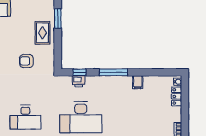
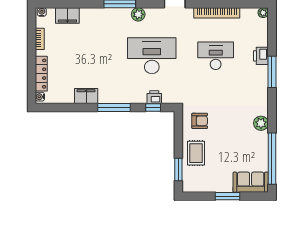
armchair: (26, 61) -> (200, 121), moved
filing cabinet: (138, 82) -> (86, 96), width x2.00
locker: (177, 96) -> (41, 74), width x1.53

